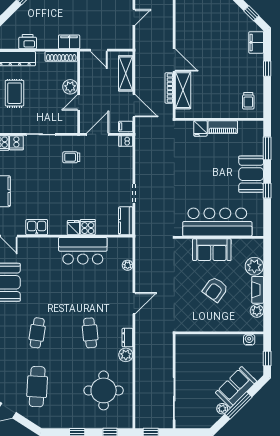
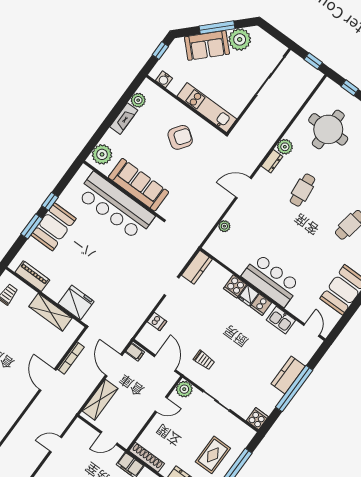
door: (99, 50) -> (109, 438), swing flipped
plant: (70, 87) -> (184, 389), moved
shelving: (183, 90) -> (50, 312), moved, turned 90
piano: (223, 127) -> (32, 276), moved
fridge: (200, 128) -> (76, 303), width x1.88, depth x1.34
door: (98, 134) -> (165, 363), swing flipped
dishwasher: (126, 141) -> (157, 322), moved
cooker: (16, 143) -> (261, 305), moved, turned 180
window: (267, 148) -> (32, 226), moved
sofa: (212, 250) -> (138, 185), width x1.36
bar counter: (83, 251) -> (271, 280), moved
plant: (254, 266) -> (102, 154), moved
armchair: (215, 289) -> (180, 137), moved
kitchen unit: (203, 342) -> (207, 108), added
plant: (222, 409) -> (240, 39), width x1.88, depth x1.88

